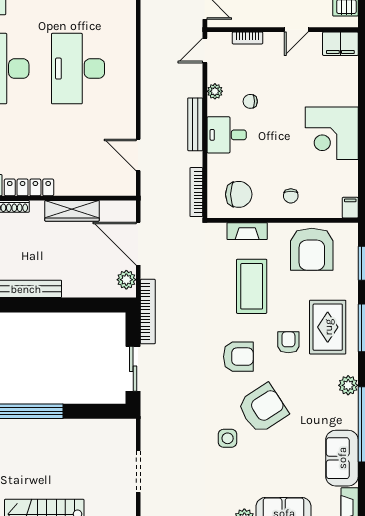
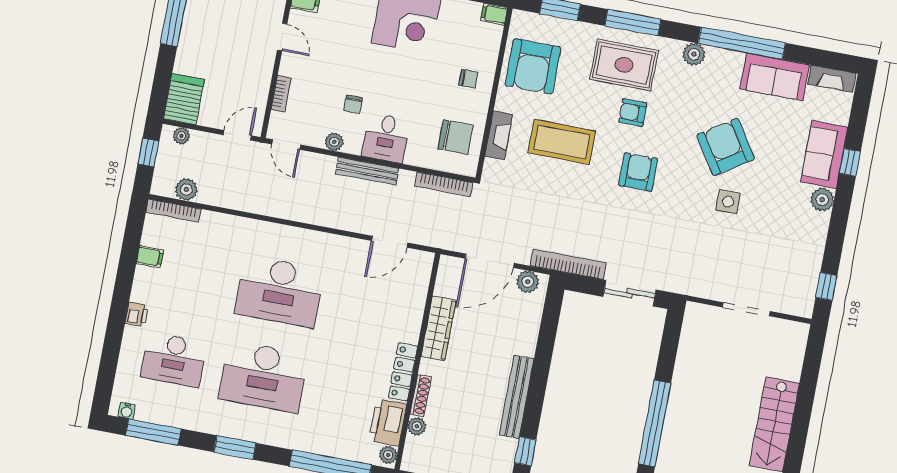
chair: (239, 194) -> (455, 137), turned 90
armchair: (312, 249) -> (533, 66), turned 90
armchair: (263, 408) -> (726, 147), moved

